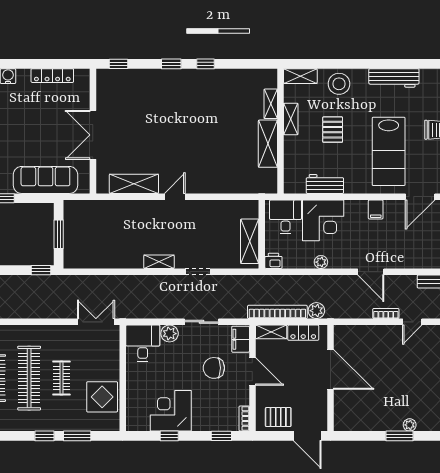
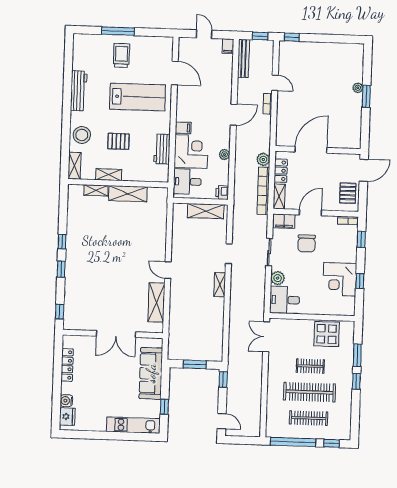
filing cabinet: (376, 209) -> (183, 128), moved

